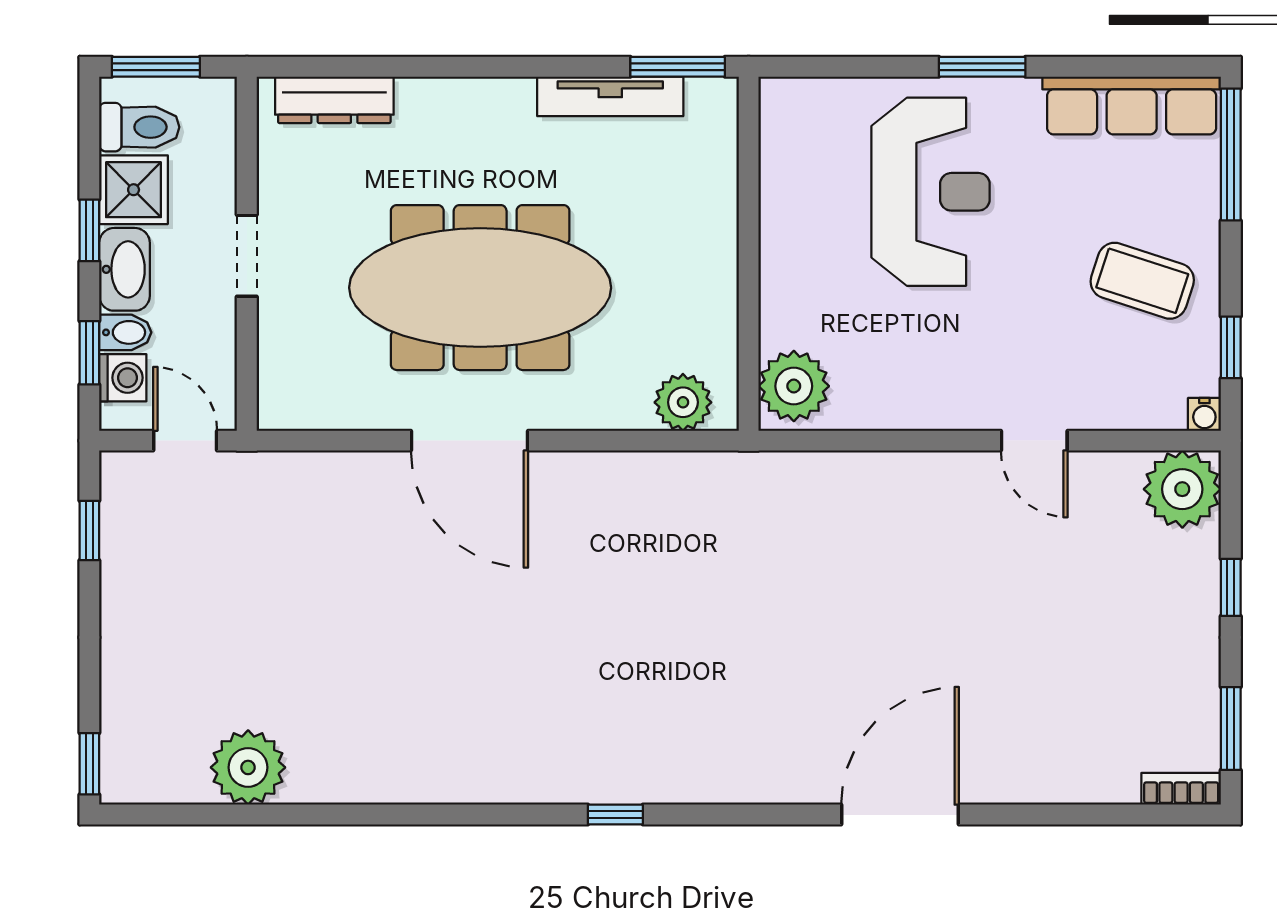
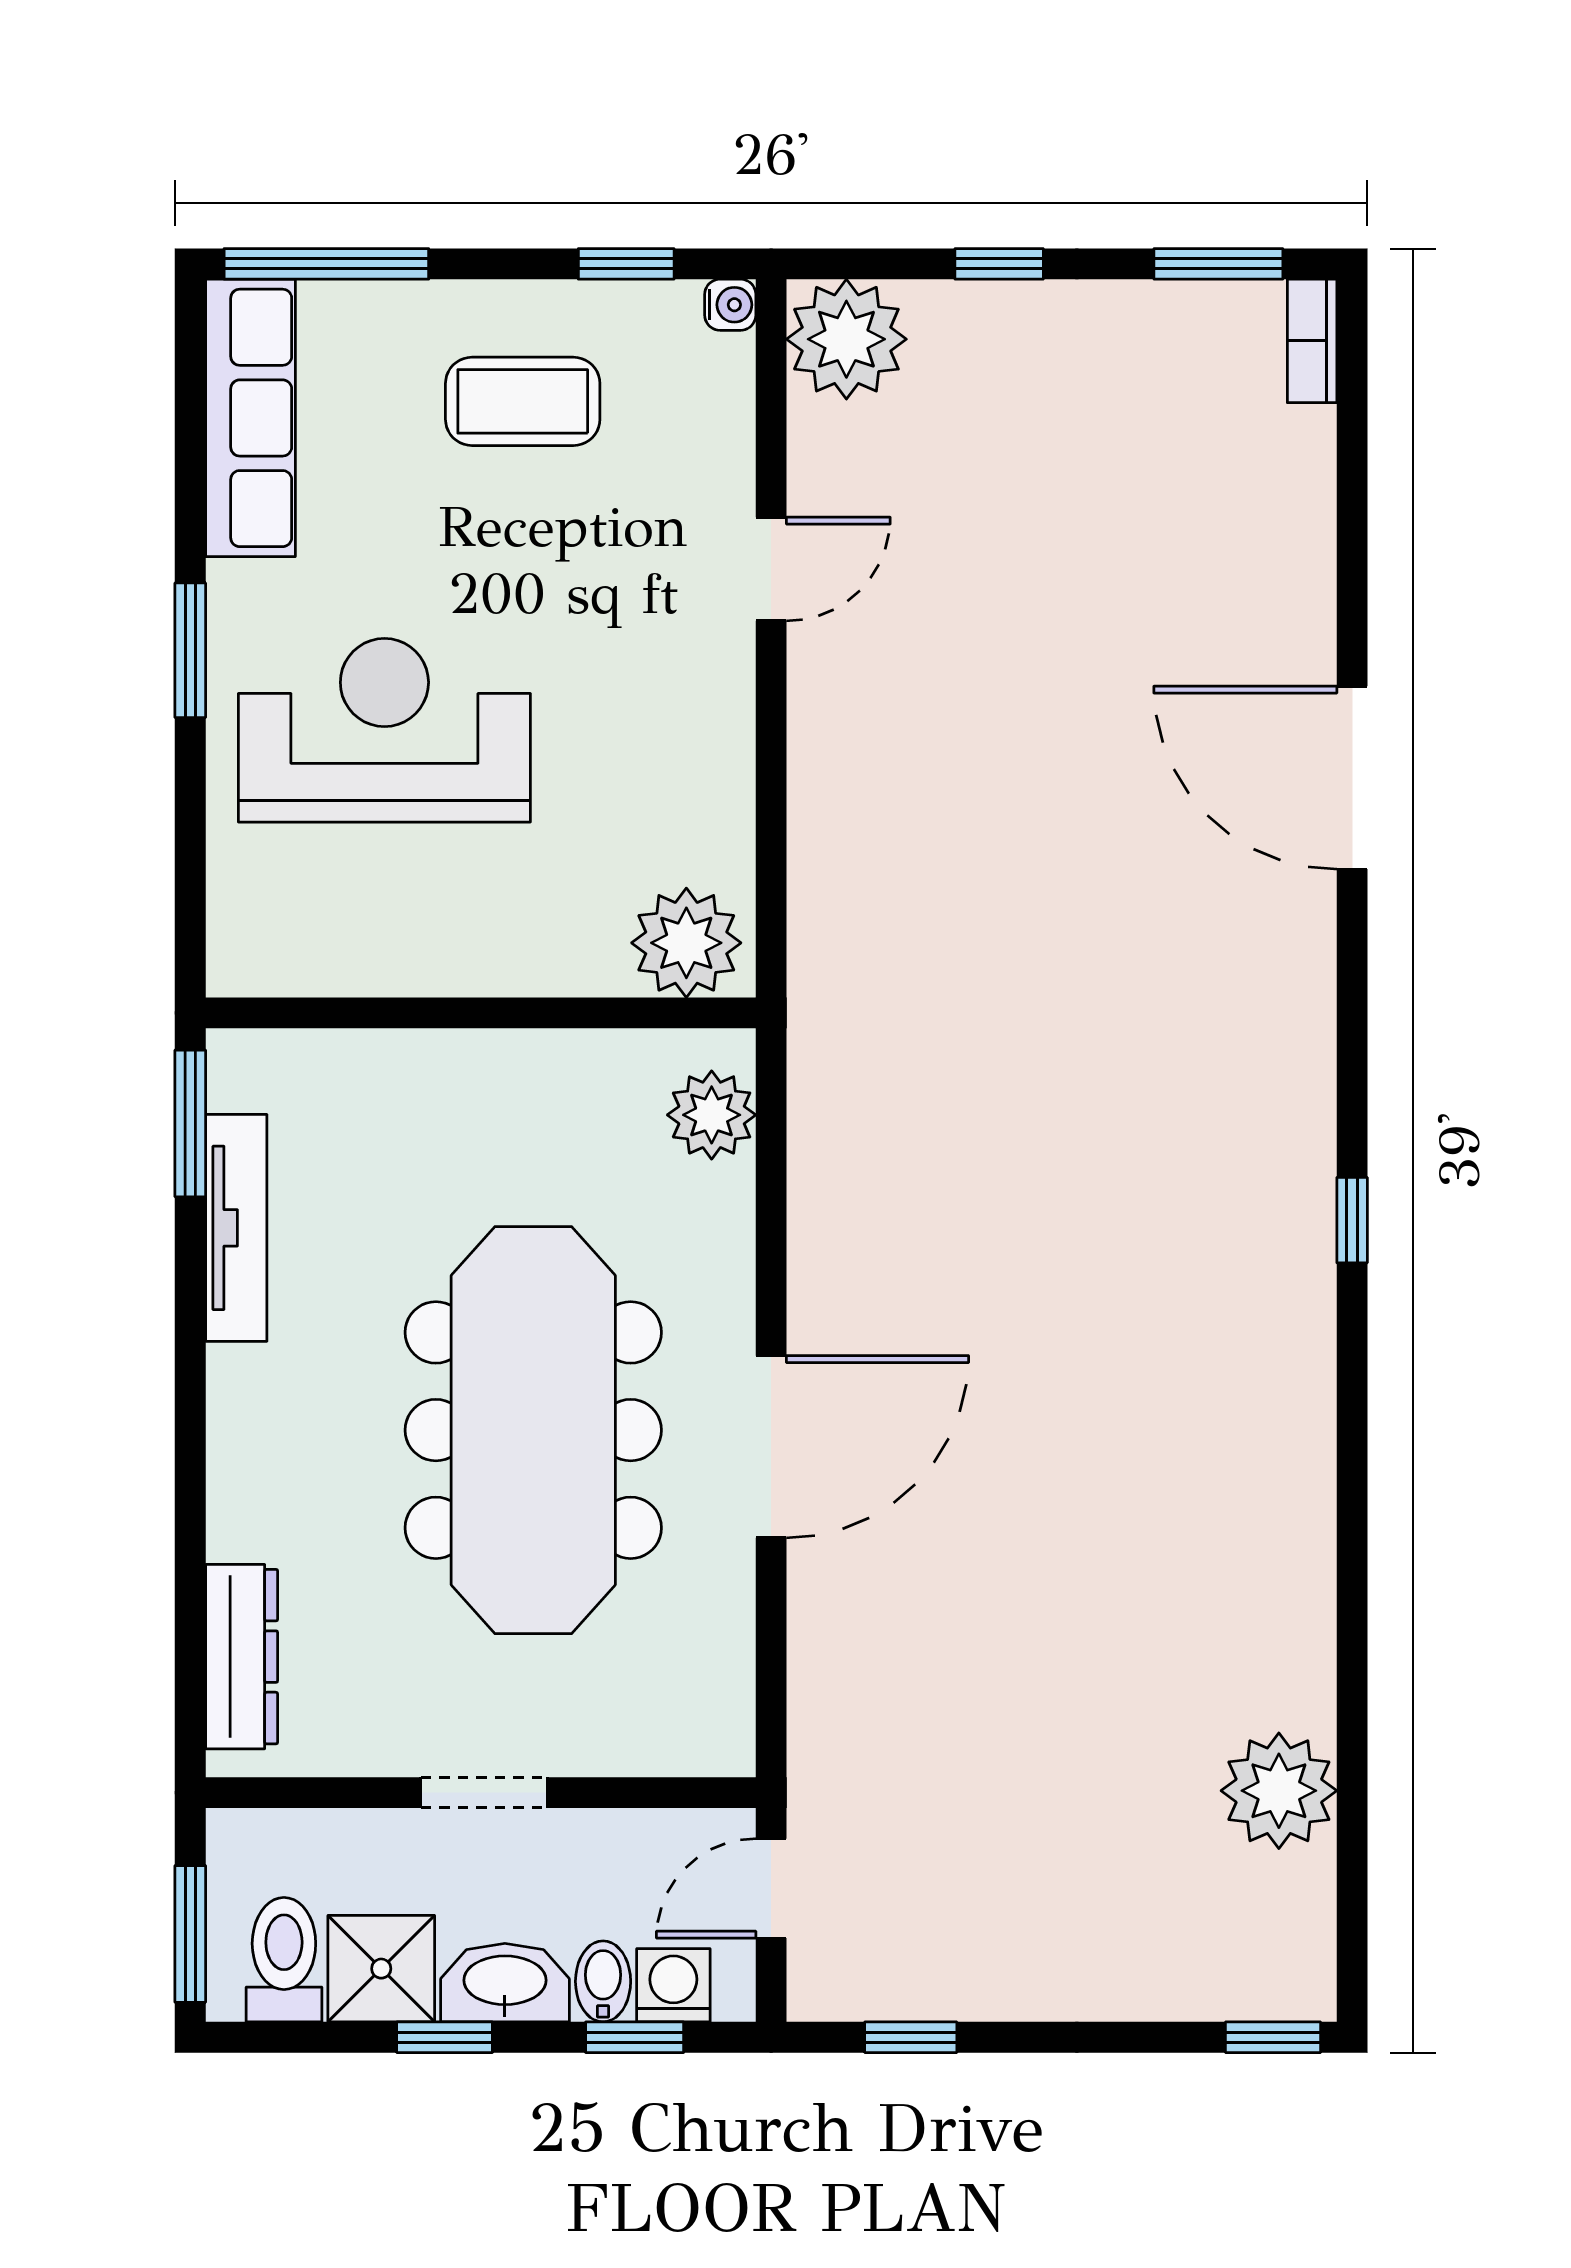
coffee table: (1142, 281) -> (523, 401), turned 72

